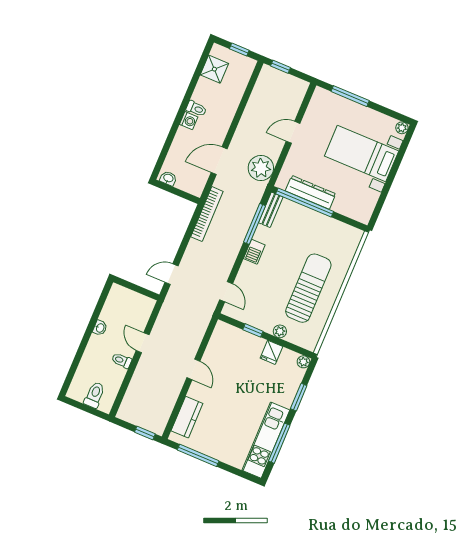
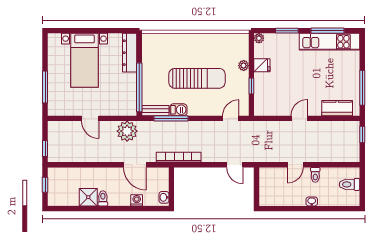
shower: (214, 69) -> (88, 197), moved
washing machine: (189, 121) -> (137, 200), moved
plant: (402, 128) -> (53, 38), removed
dresser: (311, 192) -> (130, 53), moved
barbecue: (254, 252) -> (178, 110), moved
sun lounger: (308, 288) -> (197, 78), moved, turned 180
washbasin: (100, 328) -> (312, 201), moved

